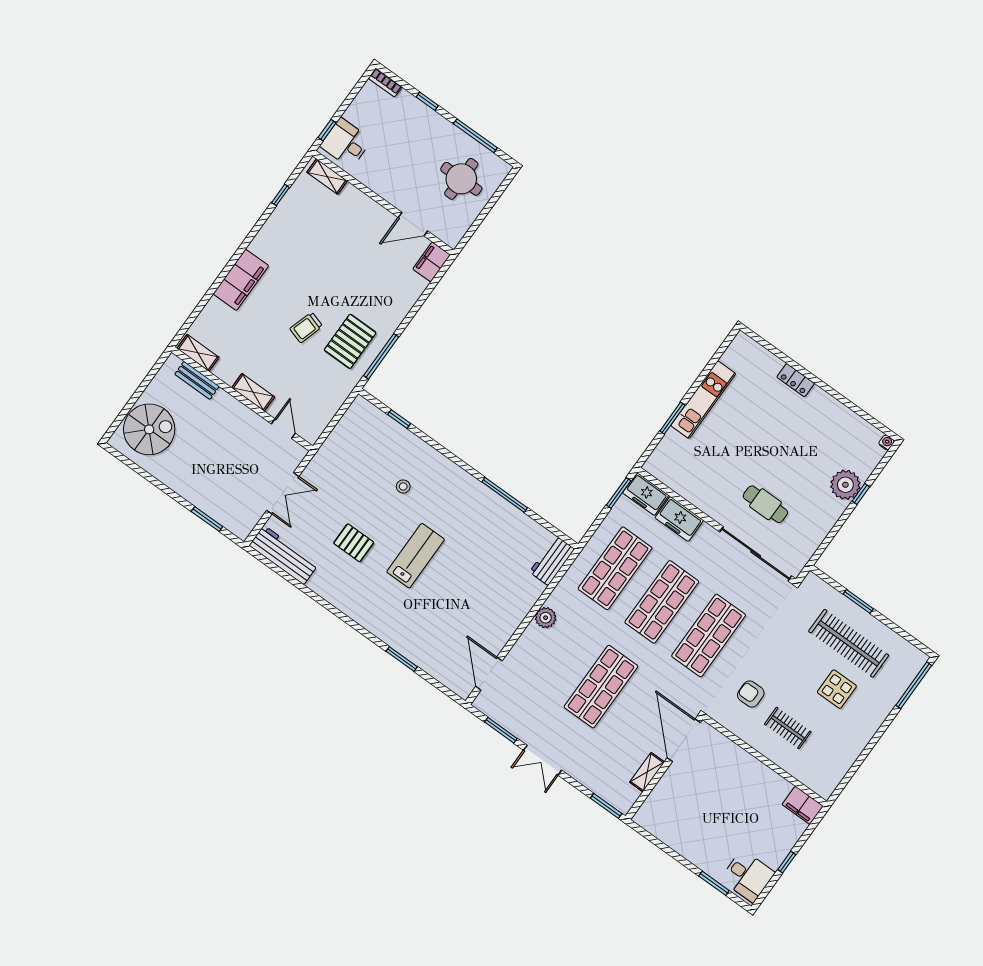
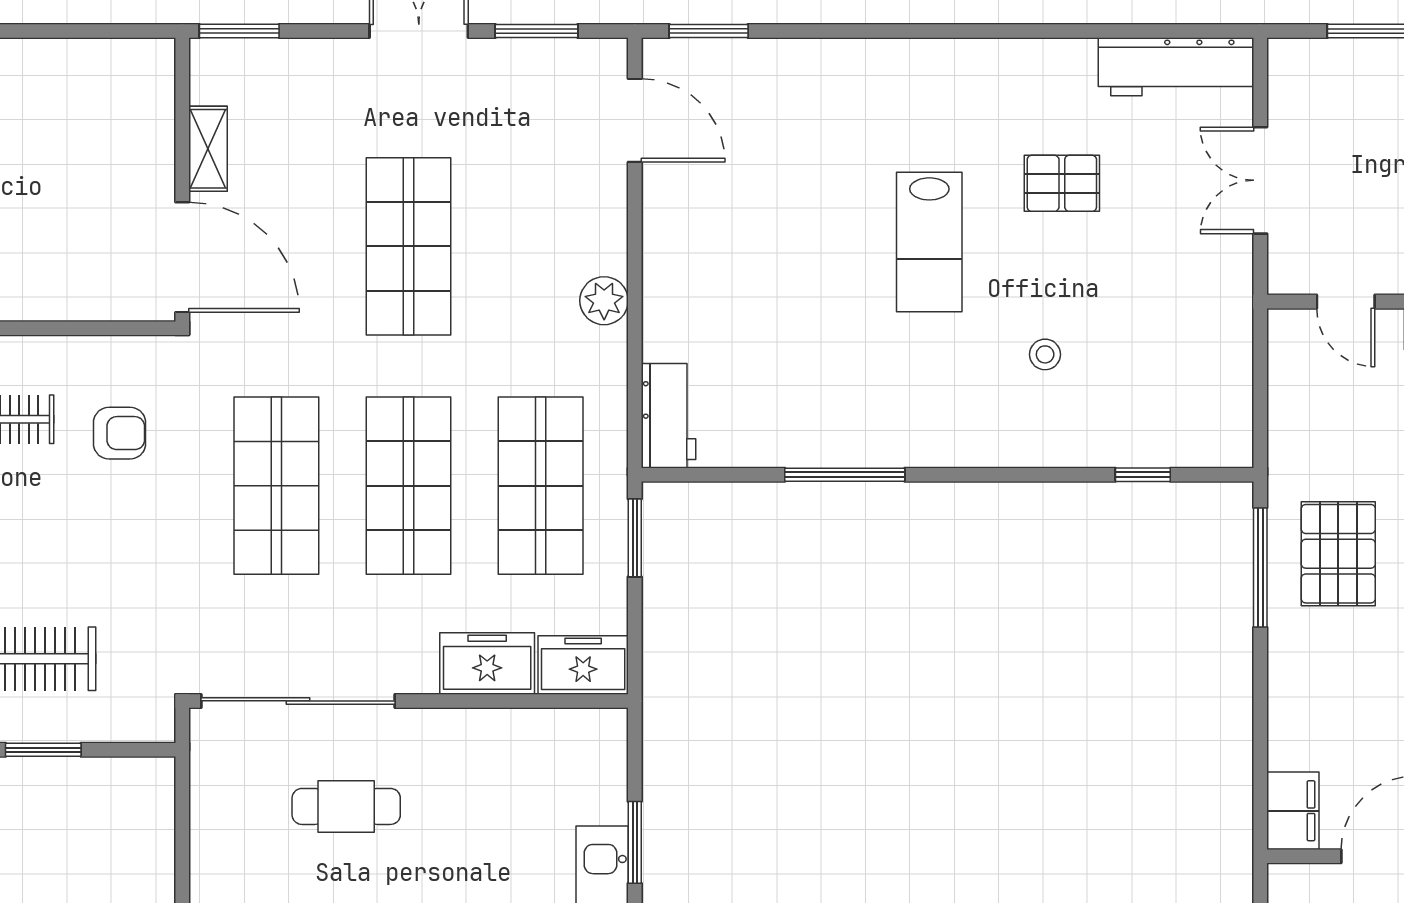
window: (619, 493) -> (635, 538), moved
window: (402, 659) -> (709, 31), moved

